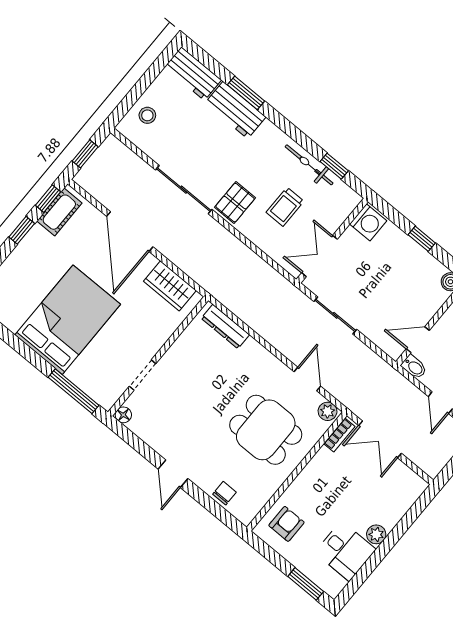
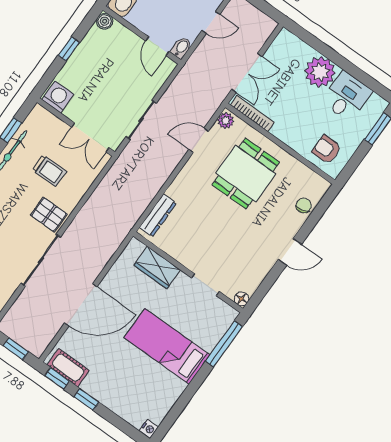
wardrobe: (170, 286) -> (157, 268), moved, turned 90
bed: (68, 320) -> (167, 346), width x0.67
bookcase: (339, 435) -> (252, 114), width x1.56
chair: (225, 493) -> (304, 206), turned 76
plant: (376, 534) -> (320, 72), width x1.87, depth x1.87

